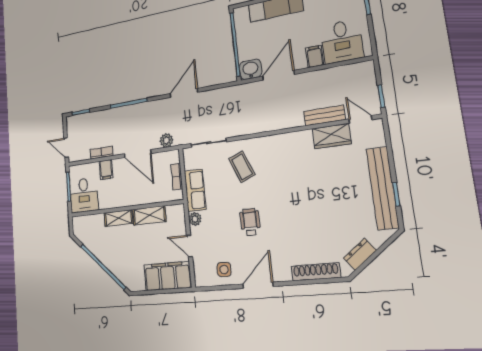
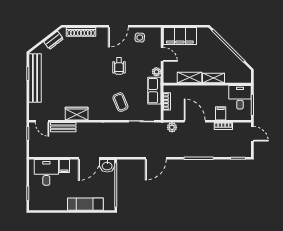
wardrobe: (332, 136) -> (77, 114), moved

